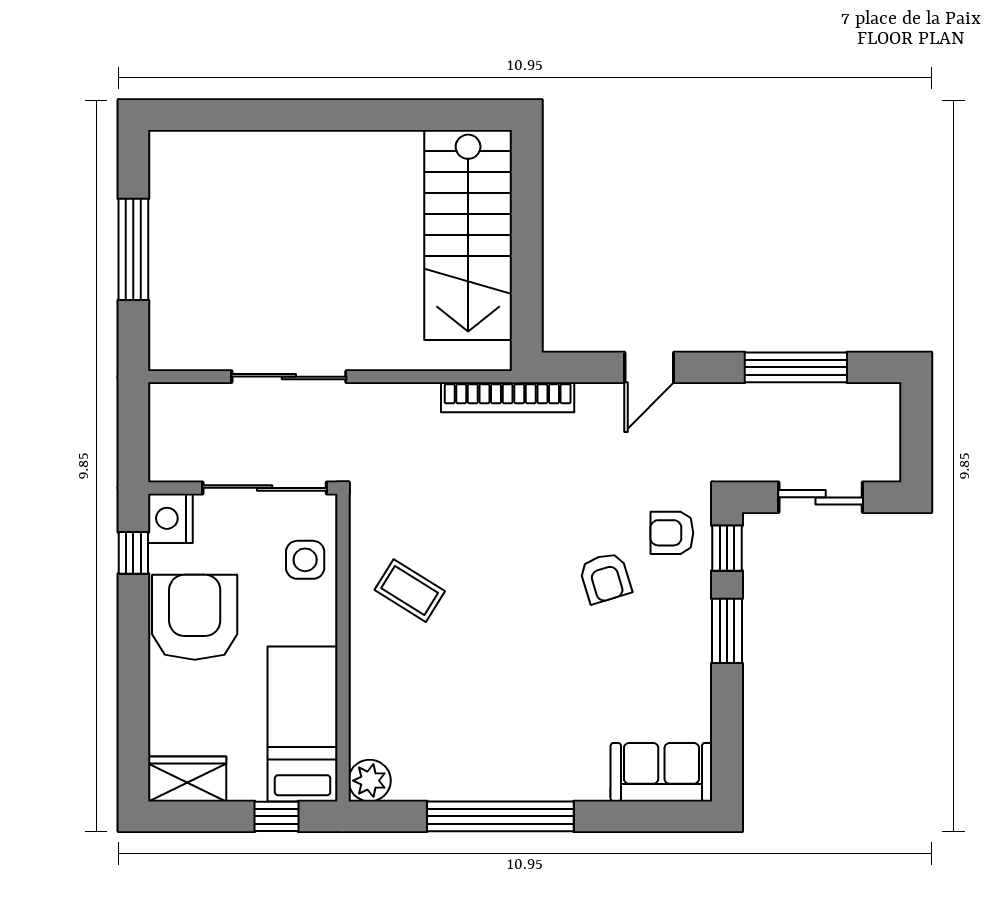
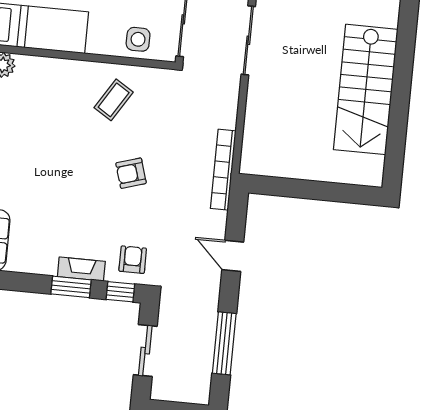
stairs: (468, 235) -> (366, 89), moved, turned -90
armchair: (605, 578) -> (131, 173), moved
fireplace: (696, 617) -> (81, 269), added

